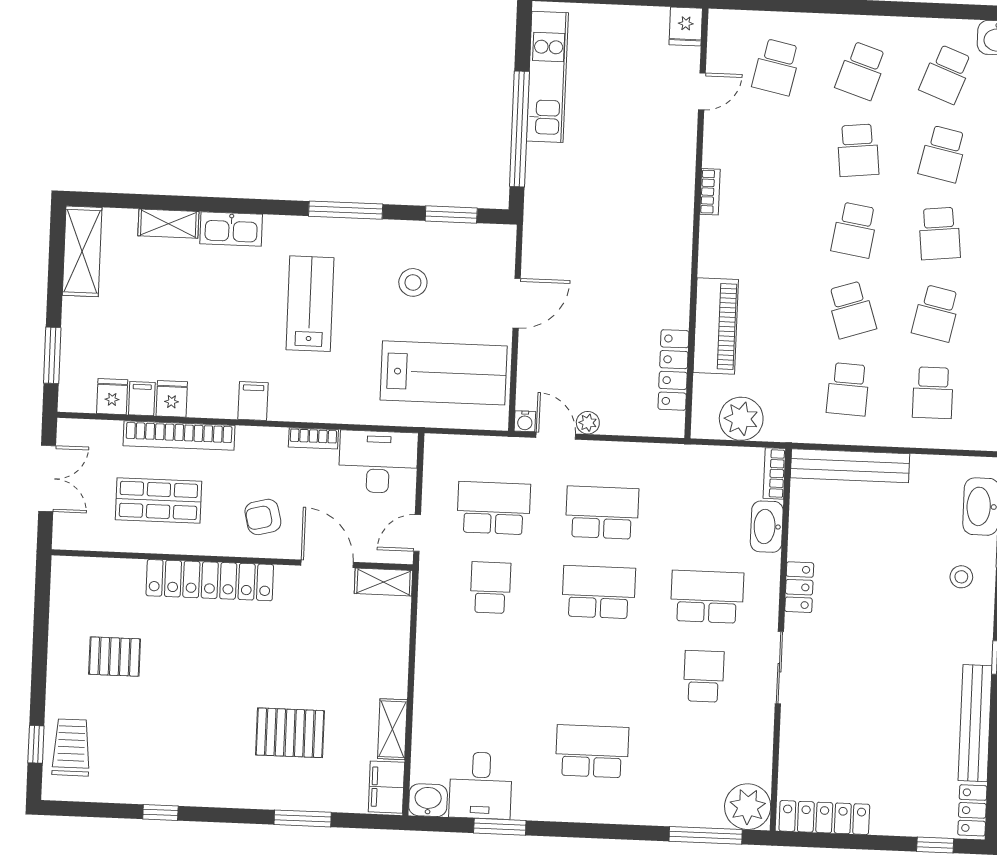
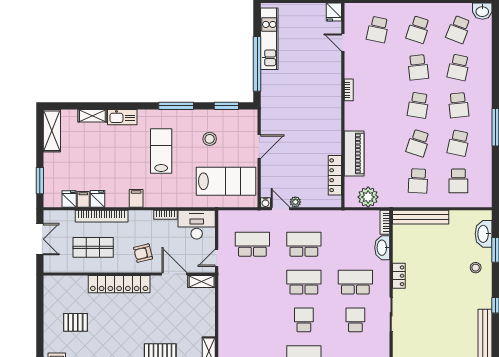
door: (702, 91) -> (343, 42), swing flipped
school desk: (851, 310) -> (418, 143), turned 36
school desk: (490, 588) -> (304, 320), moved

